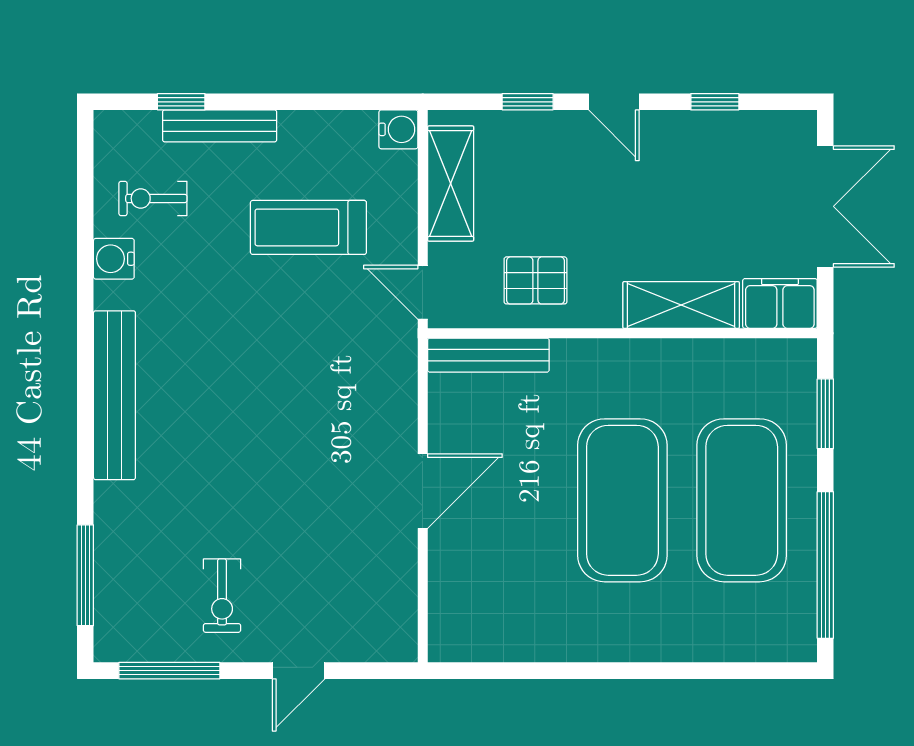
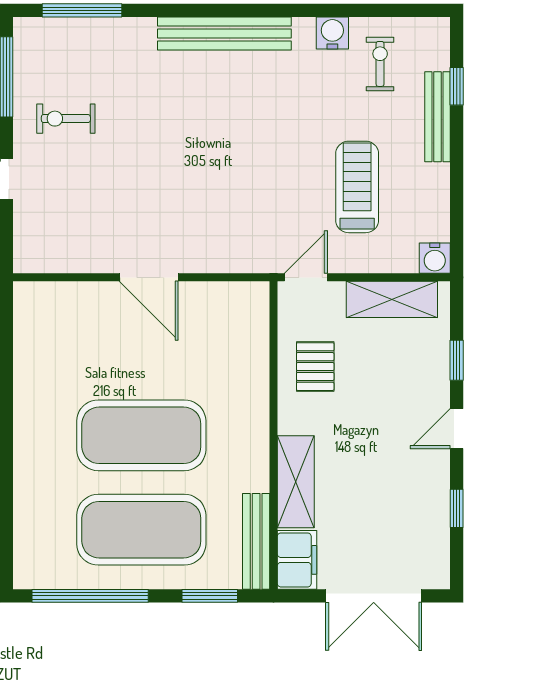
bench: (488, 355) -> (256, 541), moved

